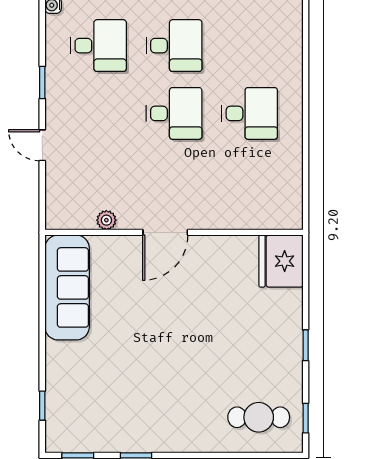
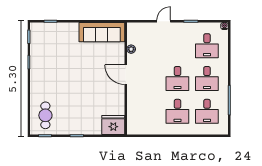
desk: (249, 46) -> (207, 111), added

